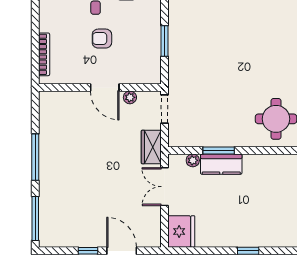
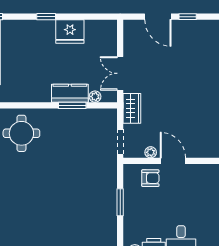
armchair: (102, 39) -> (150, 178), moved
double door: (164, 187) -> (120, 73), swing flipped
fridge: (181, 231) -> (70, 32), moved, turned -90

